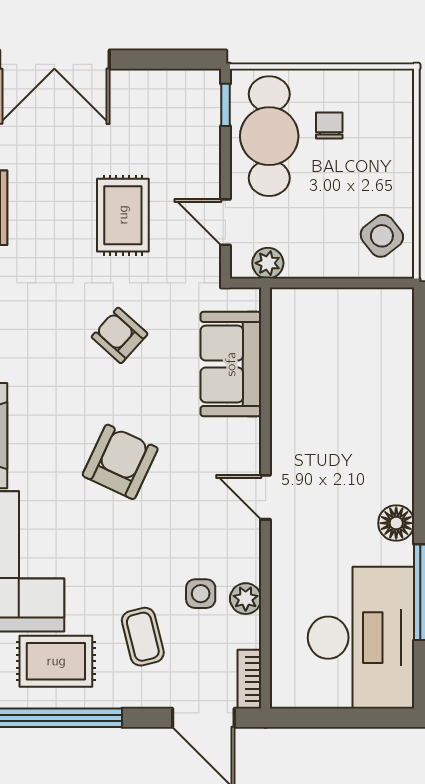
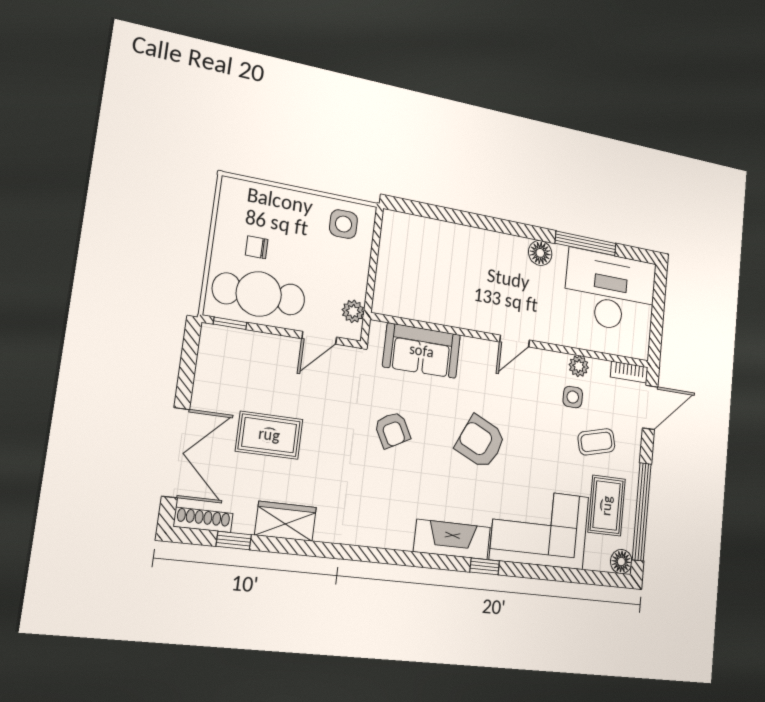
rug: (123, 215) -> (269, 435), moved
side table: (382, 236) -> (343, 224), turned 38
armchair: (120, 335) -> (392, 430), turned -70

